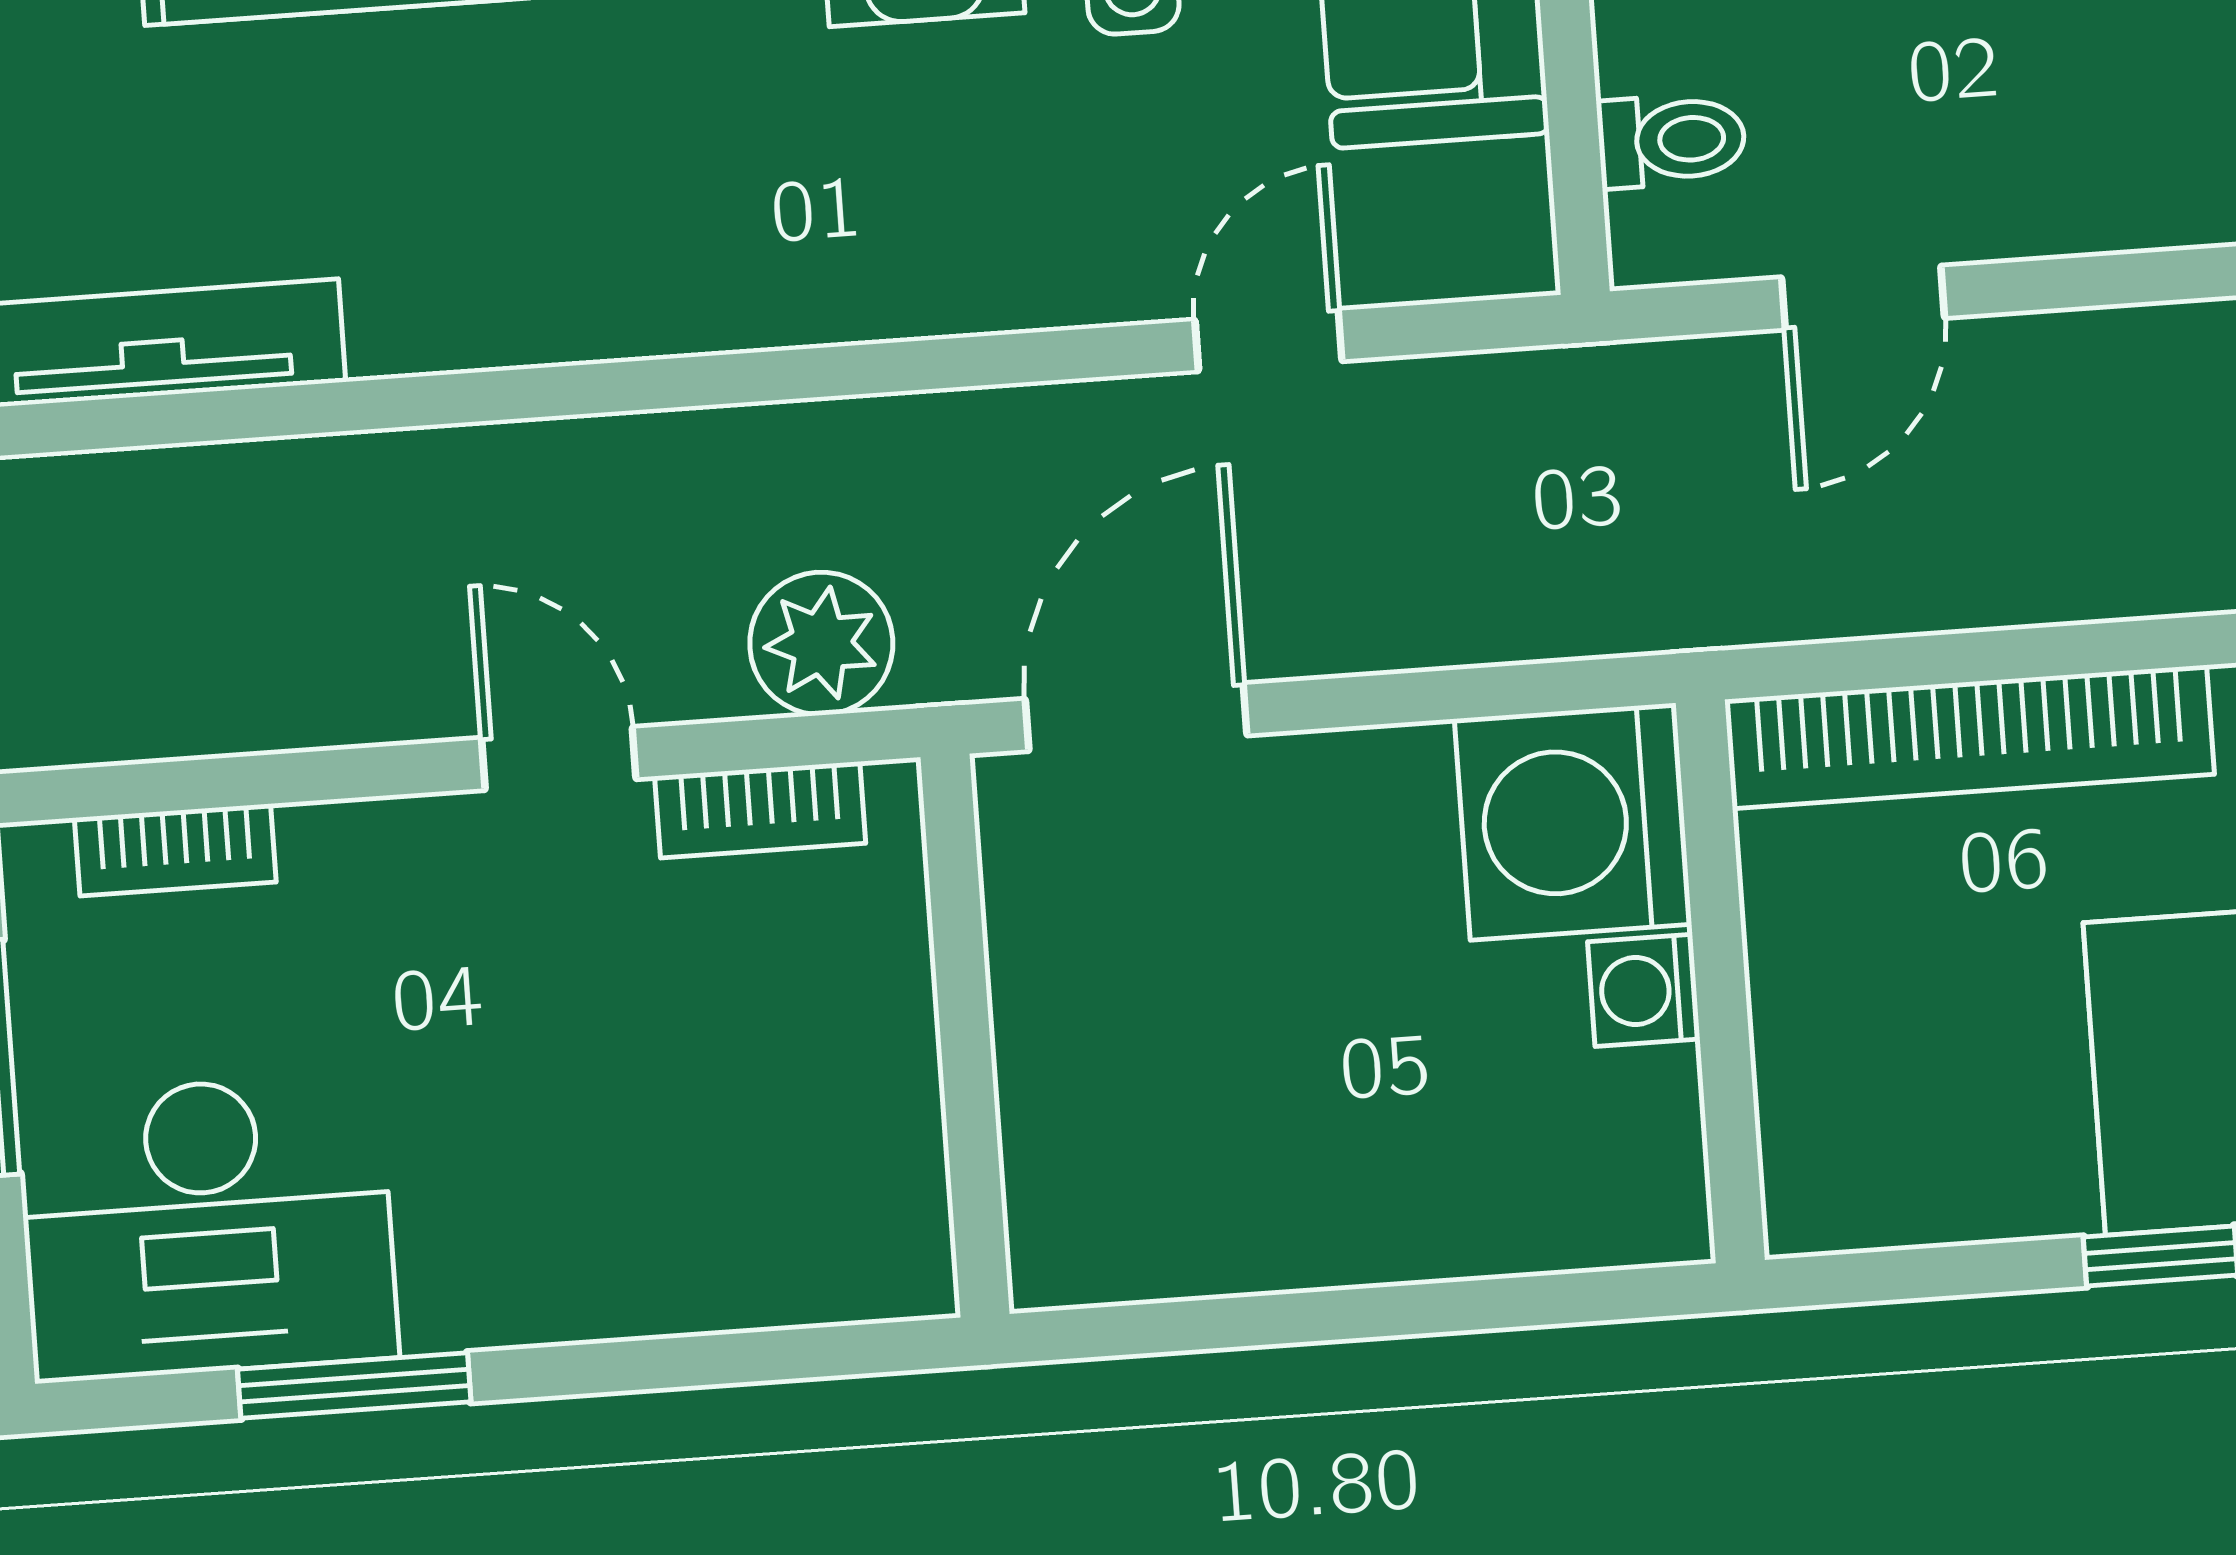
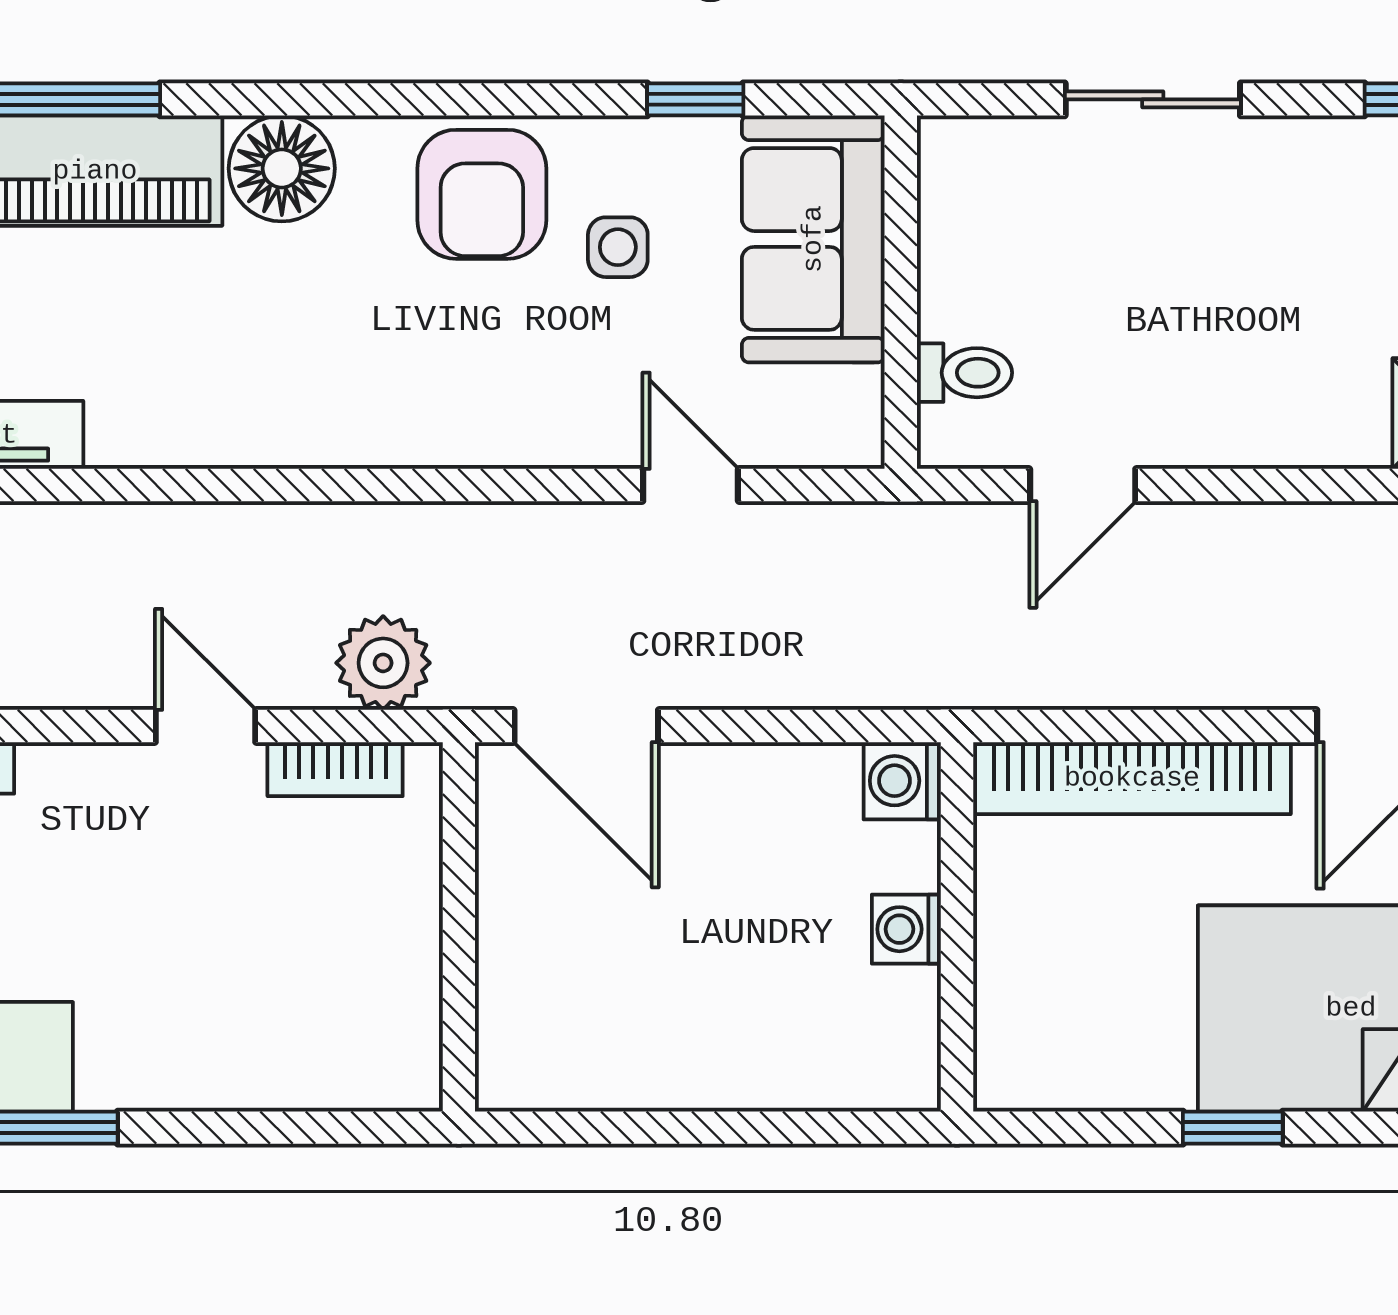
door: (1268, 340) -> (691, 485), hinge flipped
door: (1136, 717) -> (586, 726), swing flipped
washing machine: (1573, 822) -> (902, 781), width x0.53, depth x0.53

